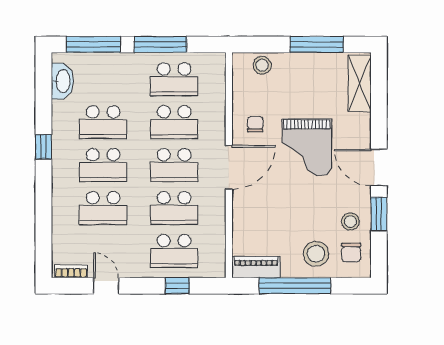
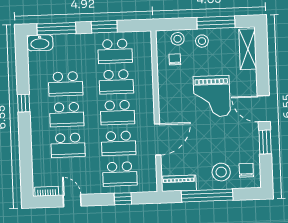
window: (160, 44) -> (104, 27), width x0.69
washbasin: (62, 81) -> (40, 43), moved, turned 90
chair: (255, 124) -> (175, 59), moved
door: (229, 167) -> (158, 139), moved
stool: (350, 222) -> (202, 41), moved
chair: (351, 253) -> (246, 170), turned 180

